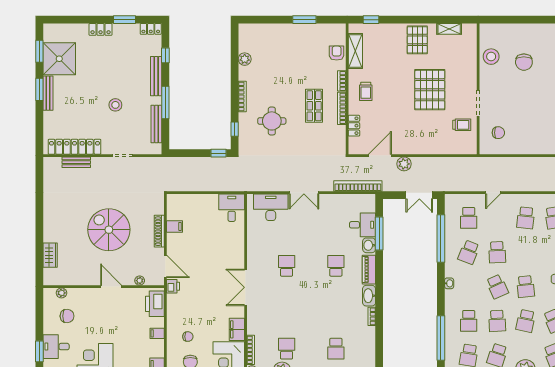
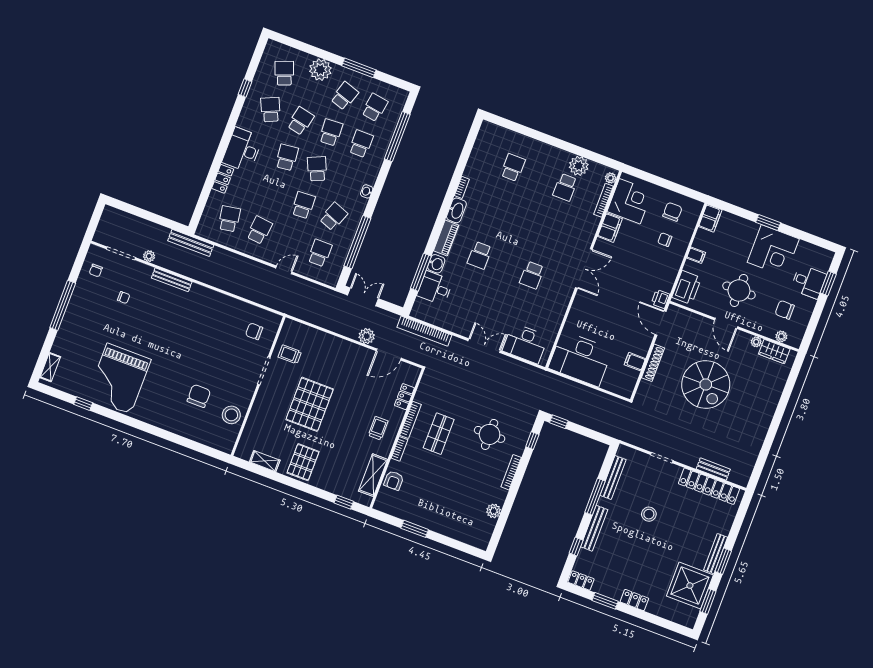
desk: (232, 208) -> (580, 359), width x1.87, depth x1.30
wardrobe: (50, 255) -> (774, 352), moved, turned -90
plant: (140, 281) -> (756, 342), moved
round table: (111, 318) -> (739, 290), added

